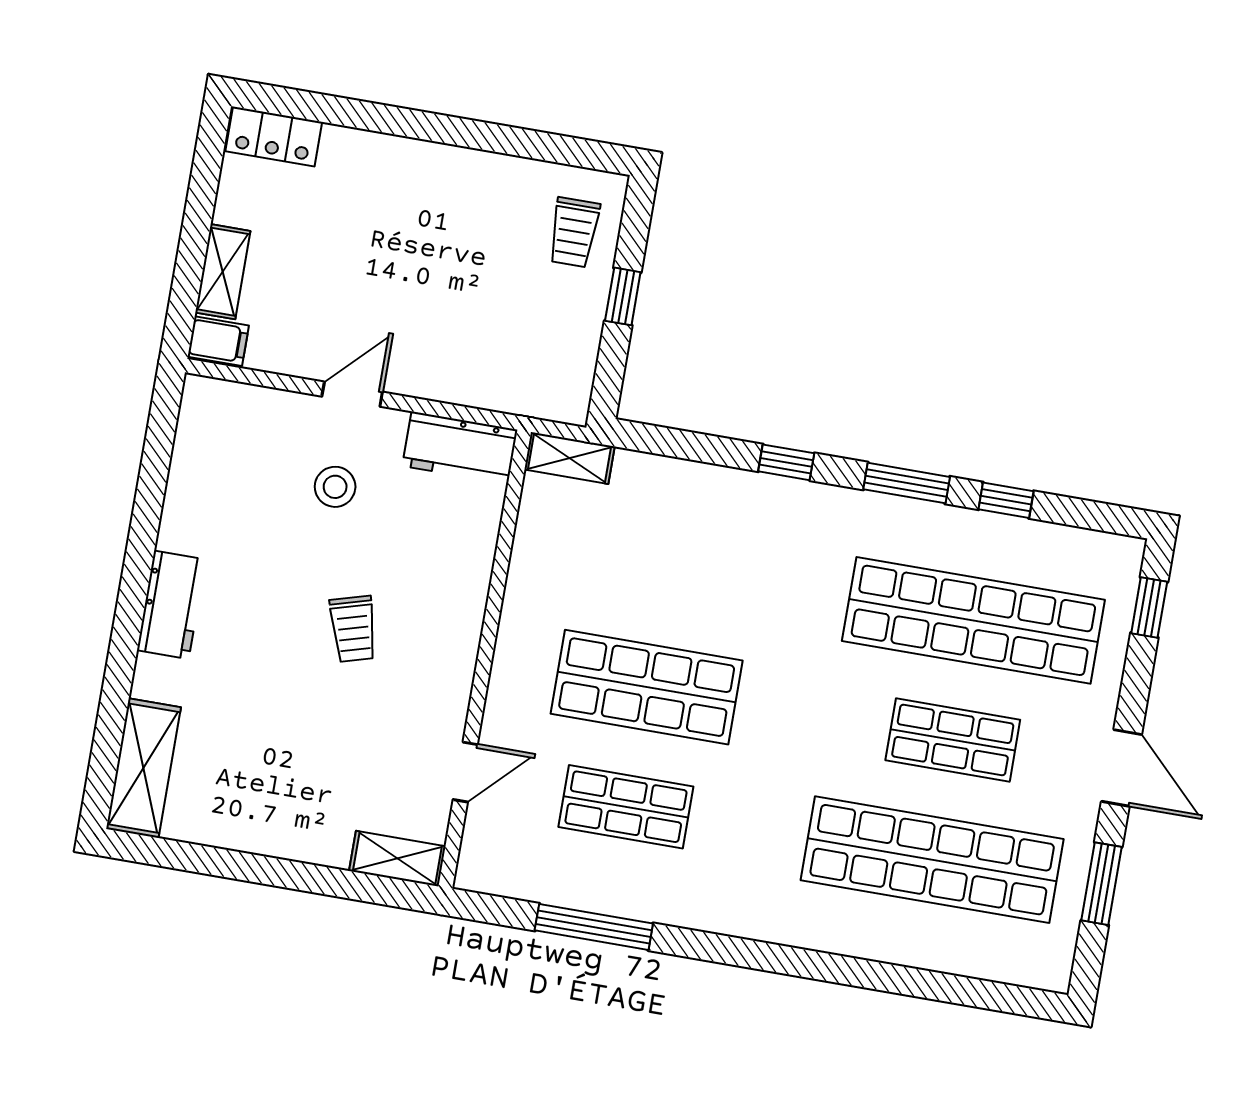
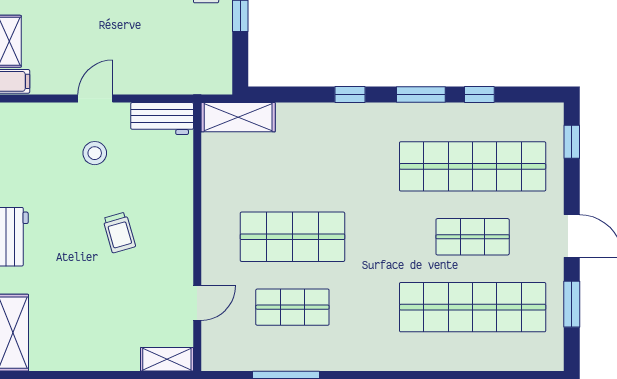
shelving: (570, 458) -> (238, 117), width x1.50, depth x1.33

